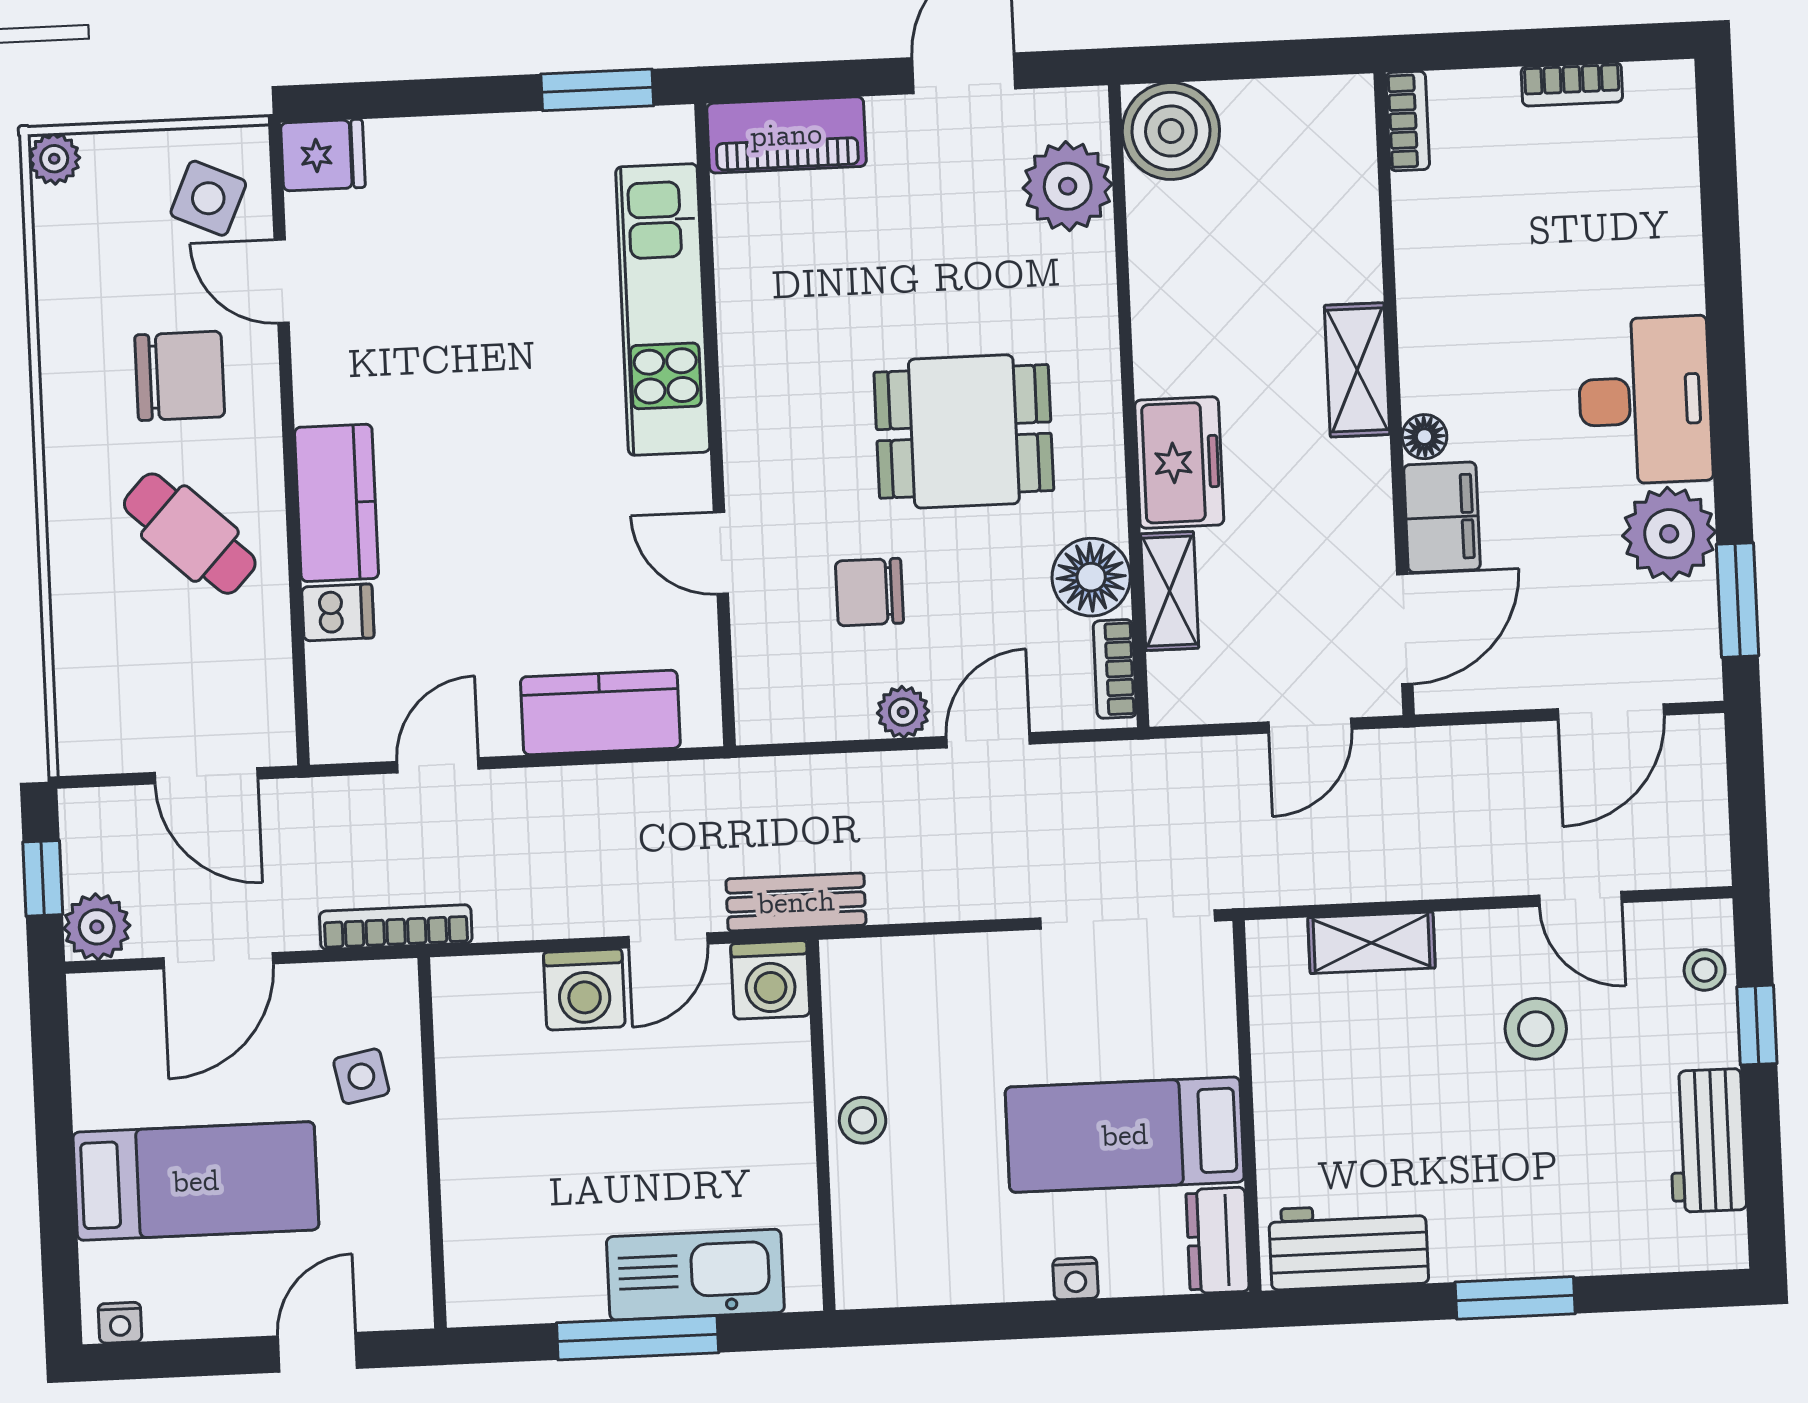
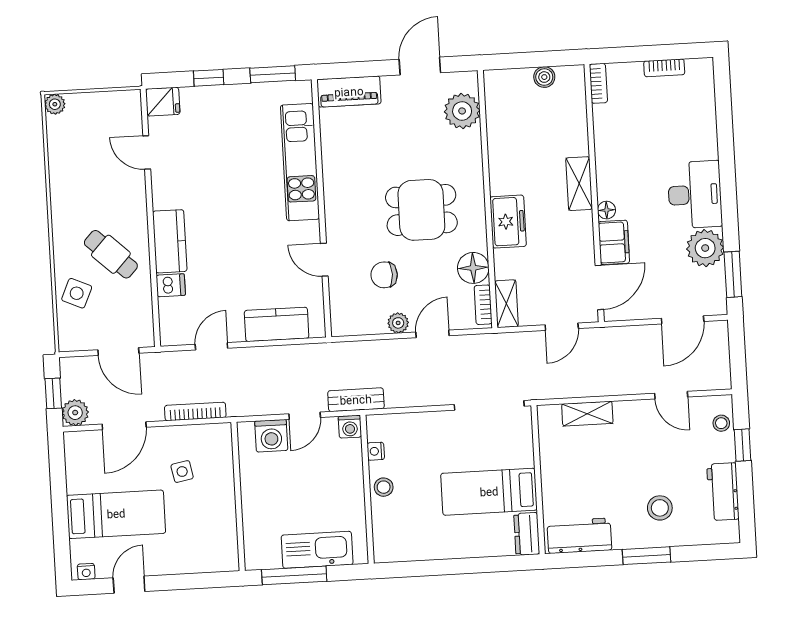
window: (438, 97) -> (209, 78), added
boiler: (1171, 131) -> (544, 77), moved, width x0.54, depth x0.54
side table: (208, 198) -> (77, 293), moved
chair: (180, 376) -> (106, 191), removed
shelving: (1170, 591) -> (506, 304), moved
washing machine: (770, 980) -> (350, 427), width x0.73, depth x0.73
stool: (1536, 1029) -> (660, 508), moved
wall: (432, 1143) -> (238, 496), moved
nightstand: (1075, 1279) -> (376, 451), moved, turned 90
door: (317, 1352) -> (129, 585), moved

